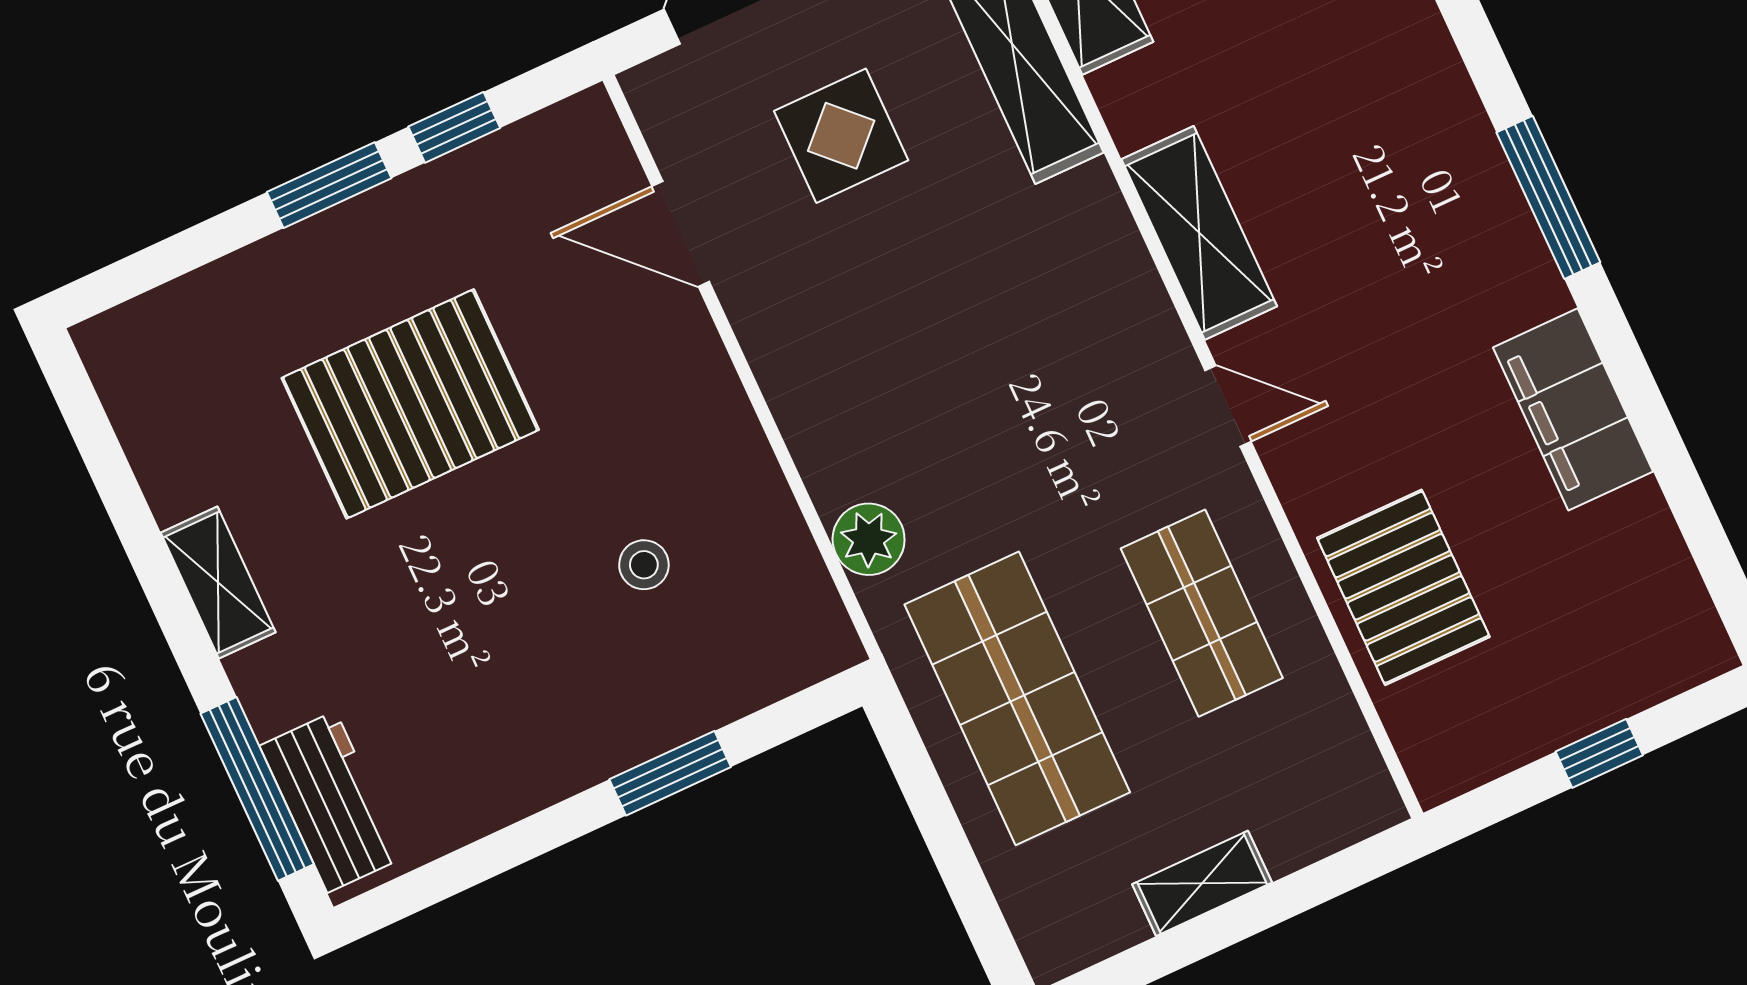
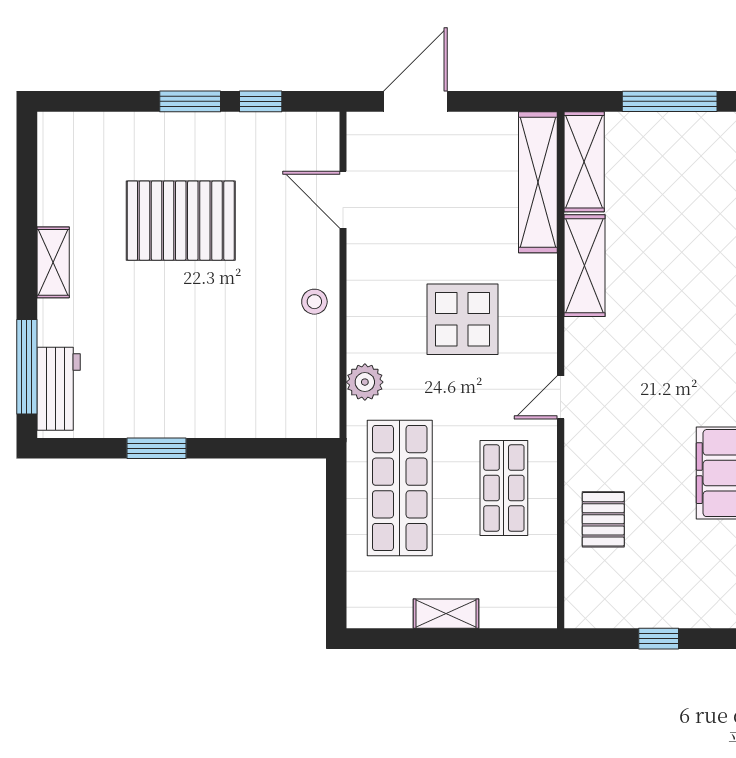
display table: (841, 136) -> (463, 319), moved, width x1.36, depth x1.36
shelving: (1199, 233) -> (584, 266), moved
door: (1228, 406) -> (561, 397), swing flipped
stool: (644, 565) -> (314, 302), moved
pallet: (1403, 587) -> (603, 519), width x0.67, depth x0.71
window: (670, 773) -> (156, 448), moved

